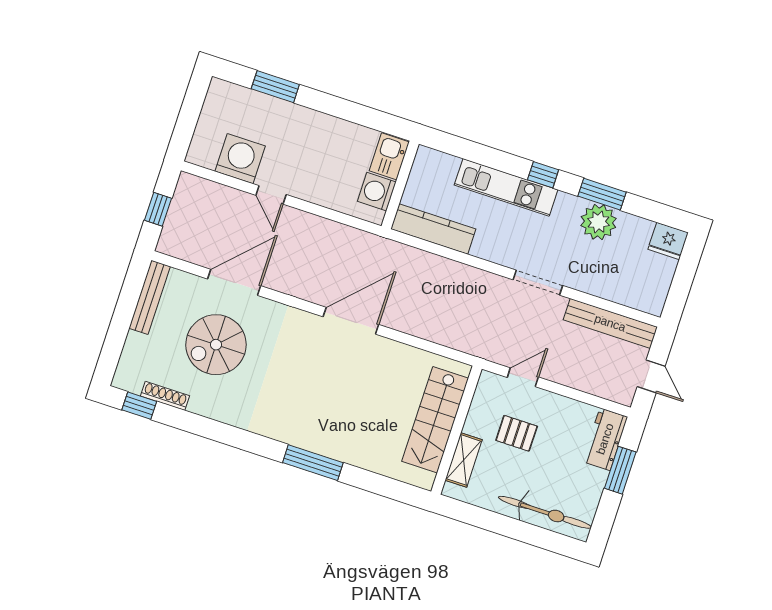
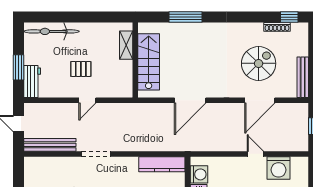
stairs: (435, 420) -> (149, 62), moved
wall: (457, 430) -> (135, 60), moved
shelving: (464, 460) -> (126, 45), moved

